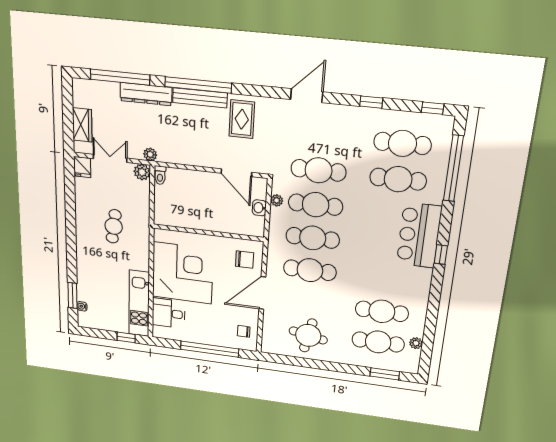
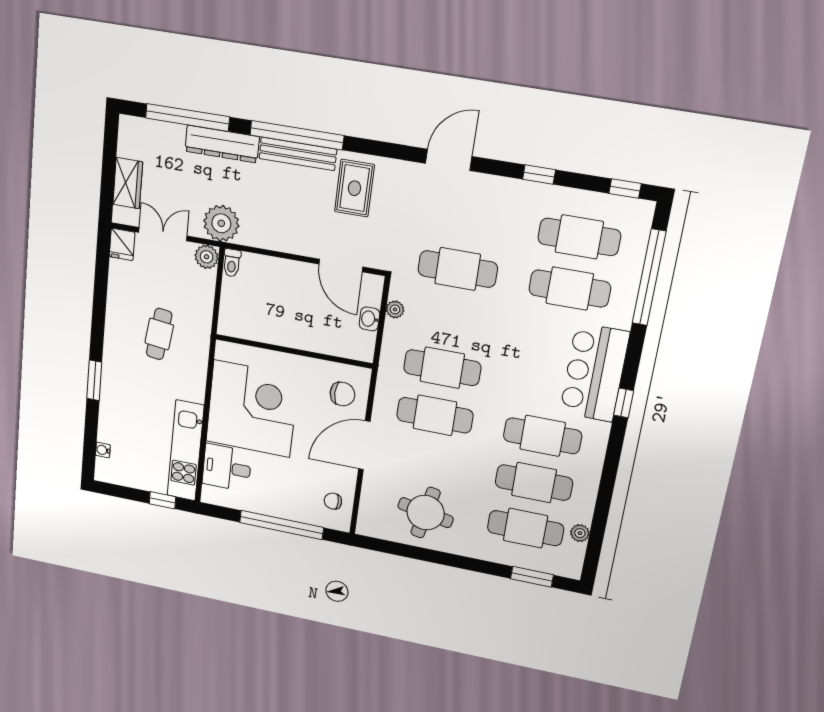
plant: (150, 154) -> (221, 223), width x1.88, depth x1.88
cafe table: (316, 205) -> (543, 436), moved
window: (72, 295) -> (94, 380), moved

